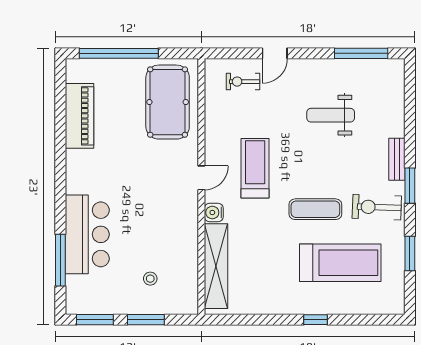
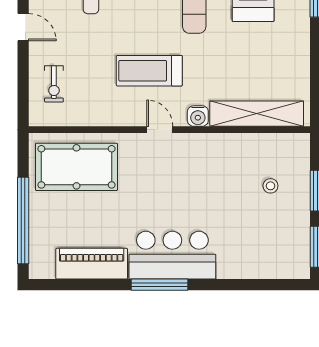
door: (275, 53) -> (23, 27), moved
bar counter: (87, 234) -> (172, 255), moved
window: (60, 260) -> (159, 285), moved

